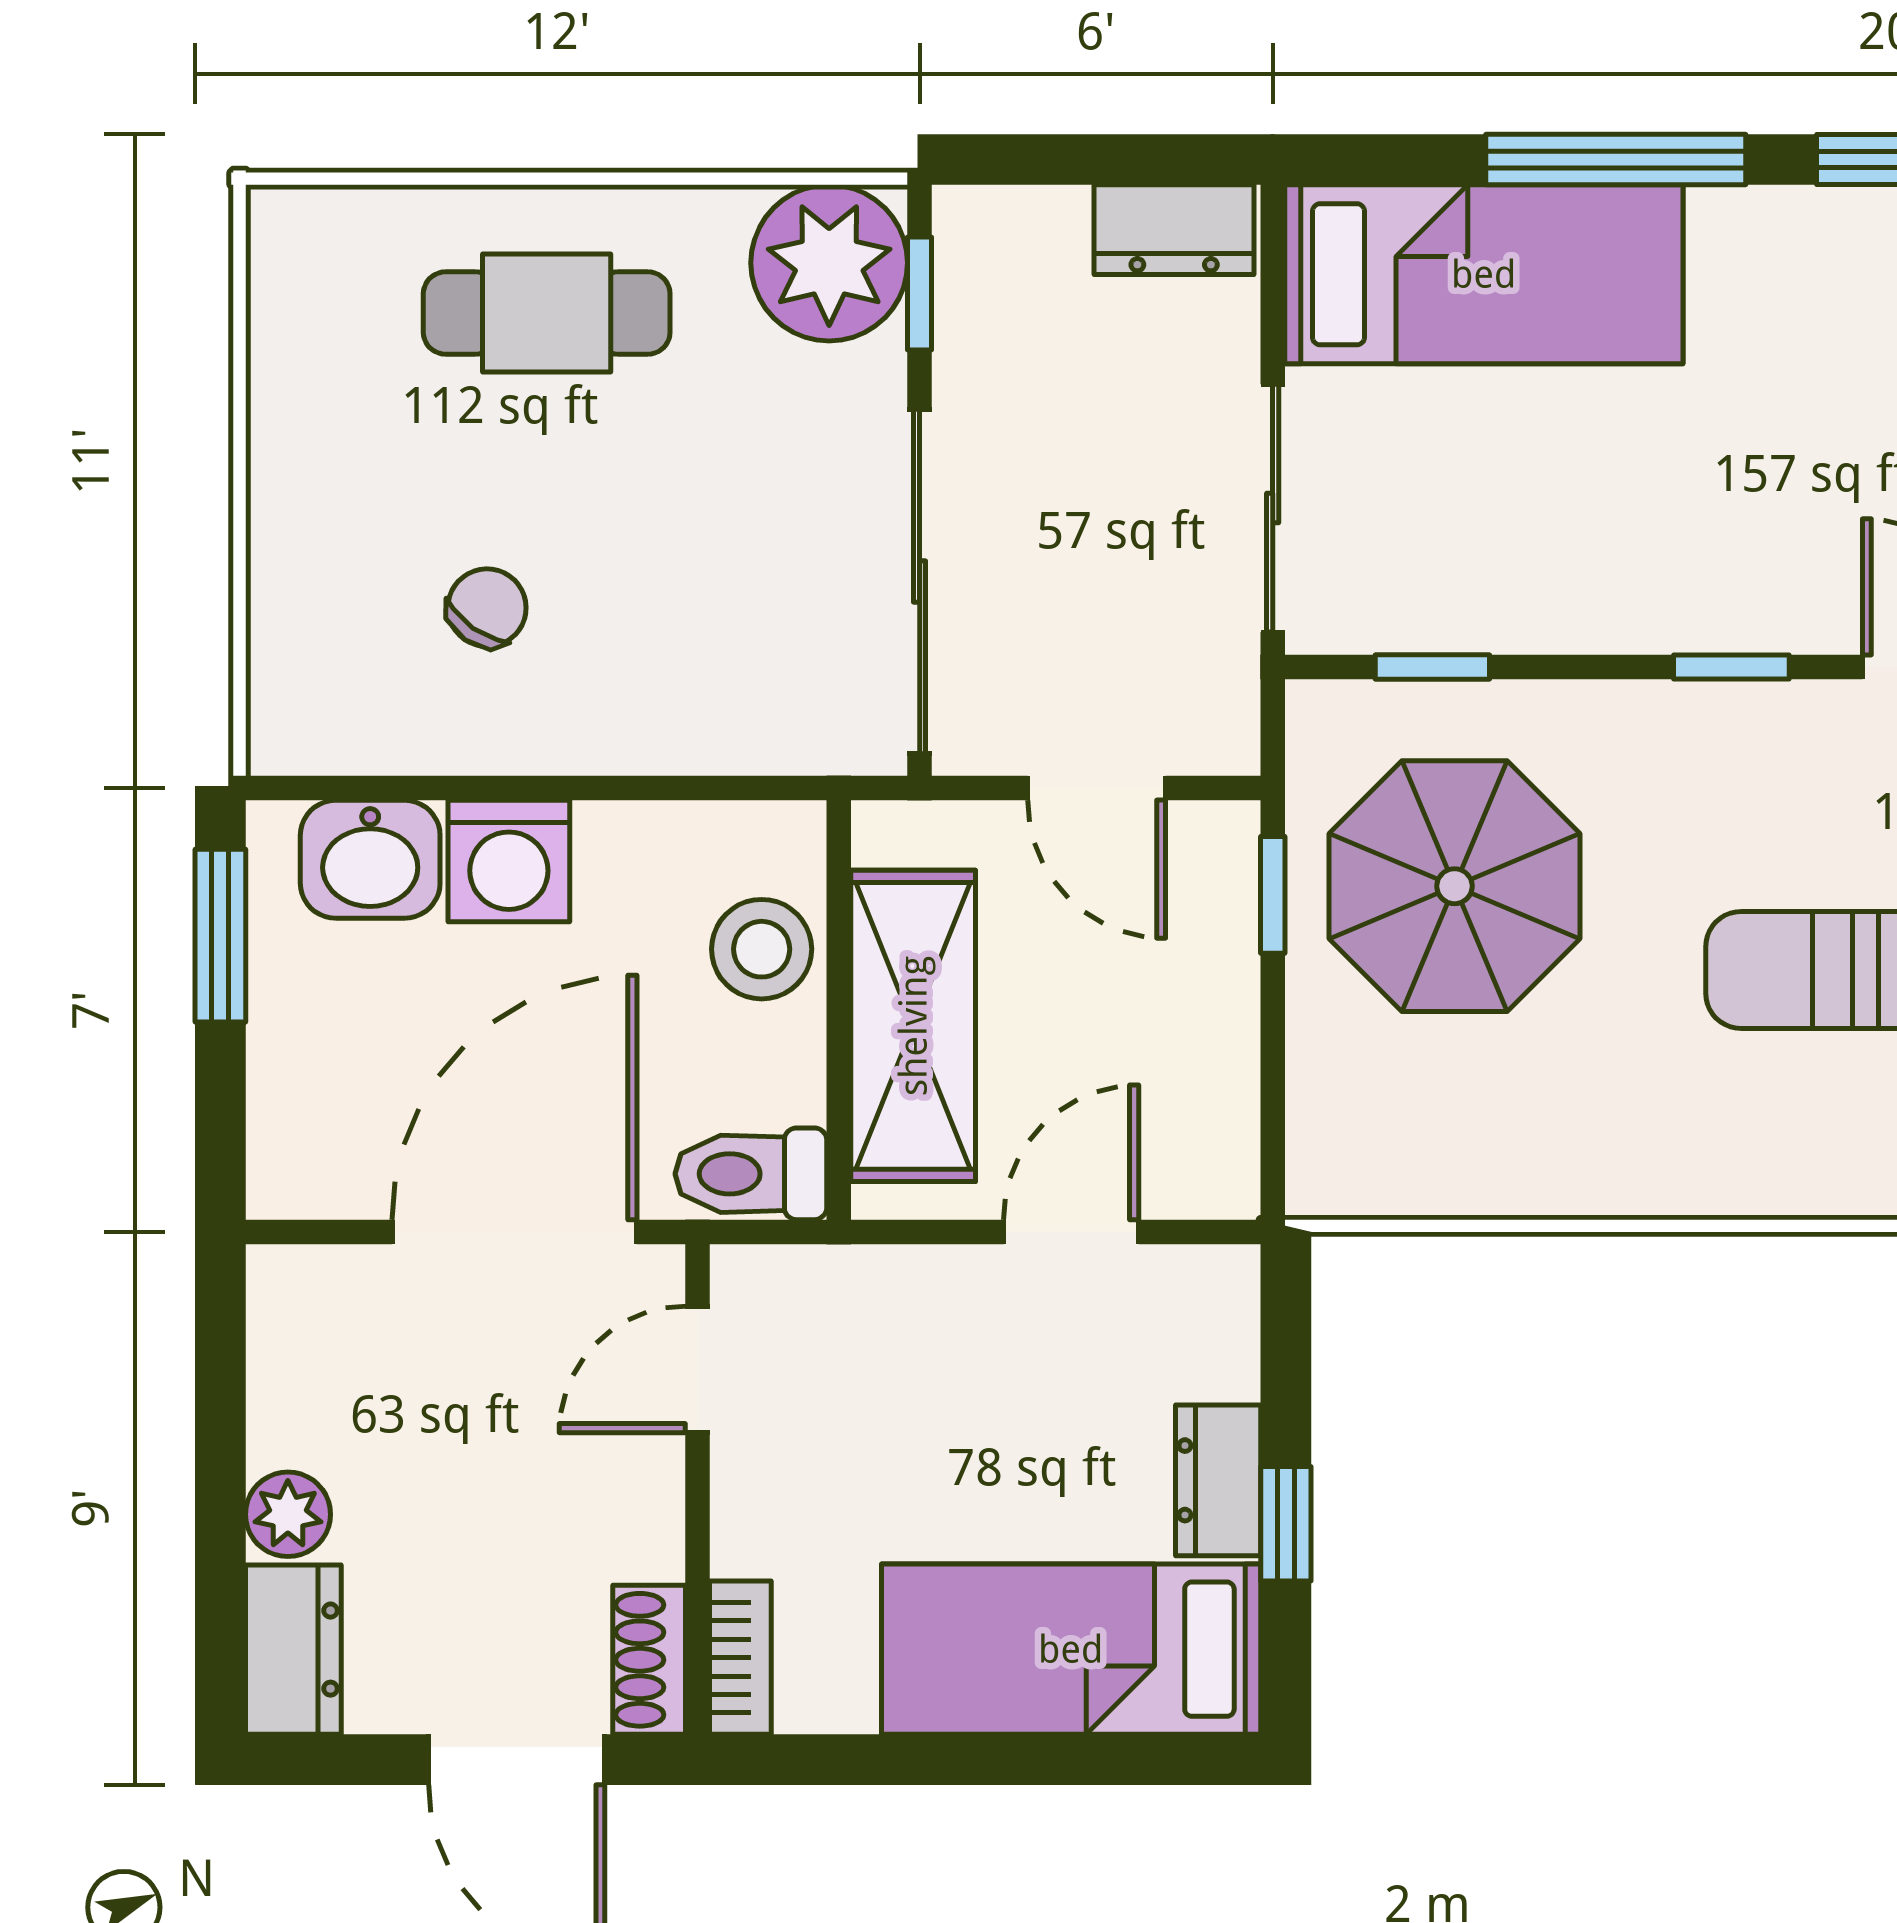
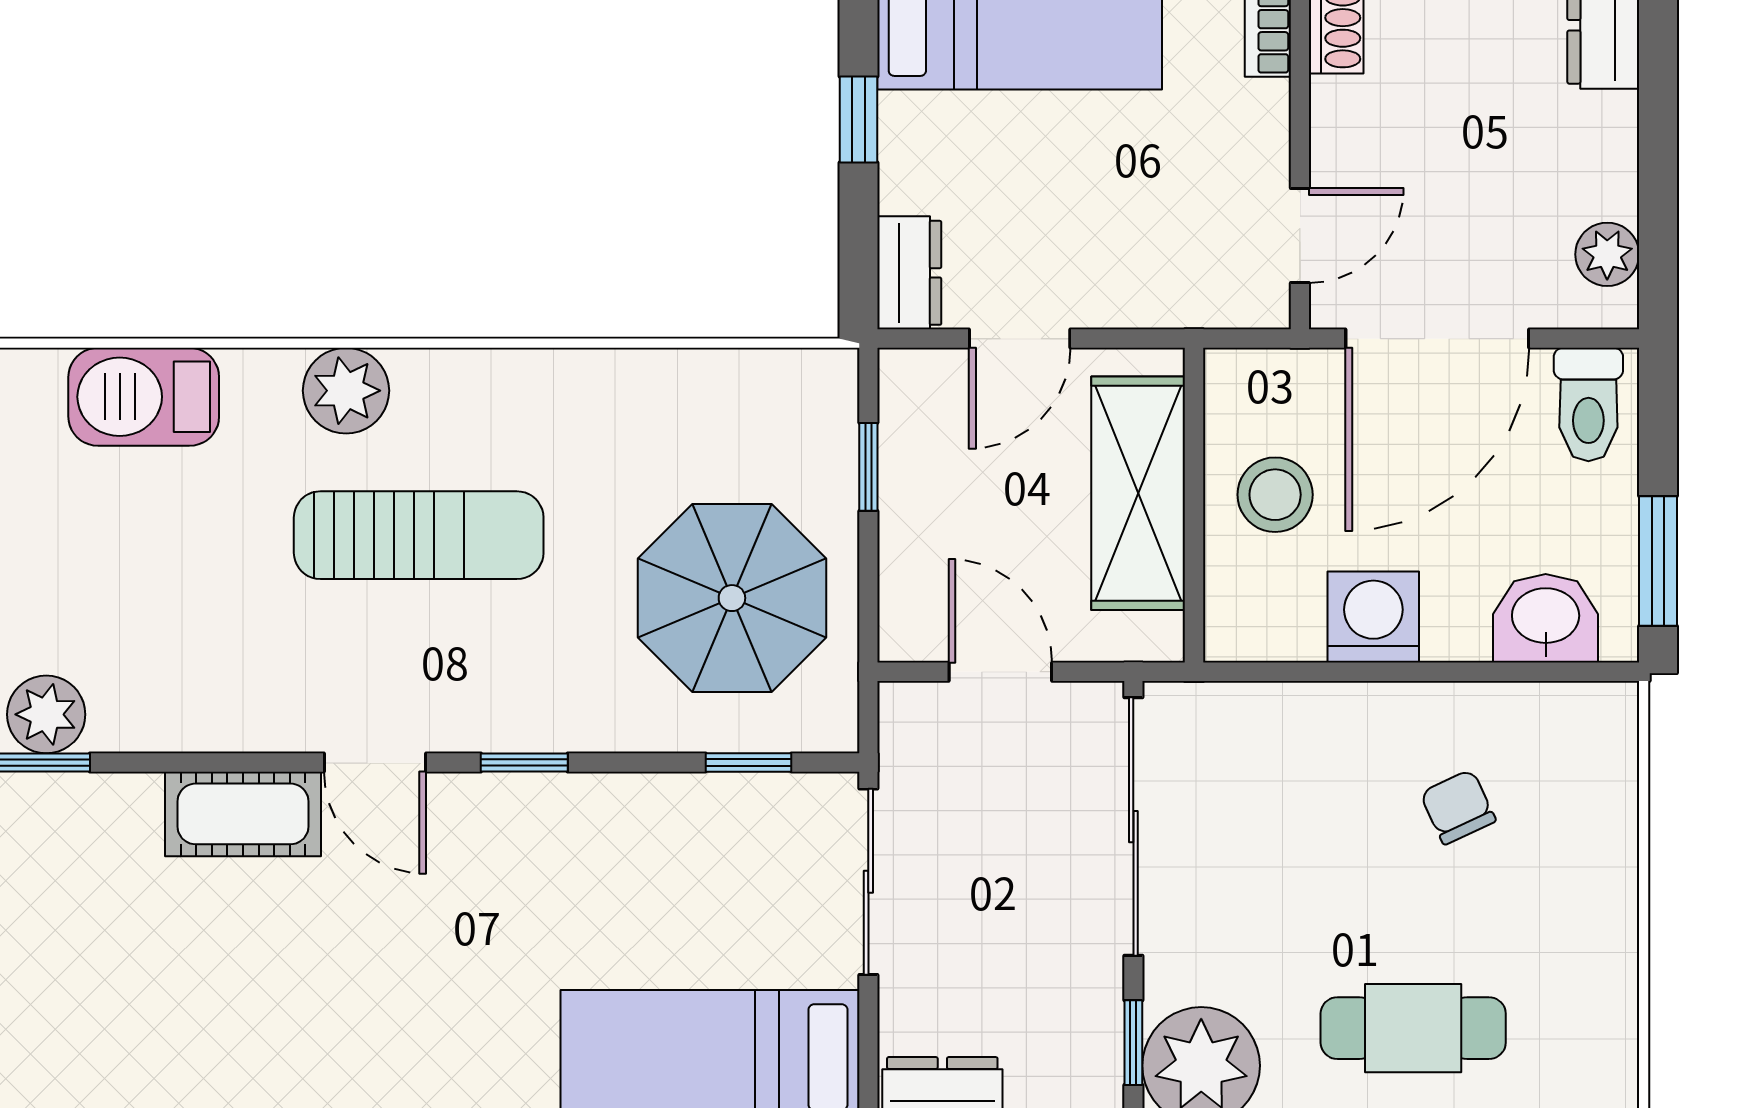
chair: (487, 608) -> (1458, 807), turned 120
washing machine: (509, 861) -> (1373, 617), moved
window: (1273, 895) -> (868, 467), moved
stool: (762, 949) -> (1275, 495), moved
toilet: (751, 1174) -> (1588, 405), moved, turned 90
dresser: (1218, 1480) -> (909, 273), moved
plant: (288, 1514) -> (1607, 254), moved

